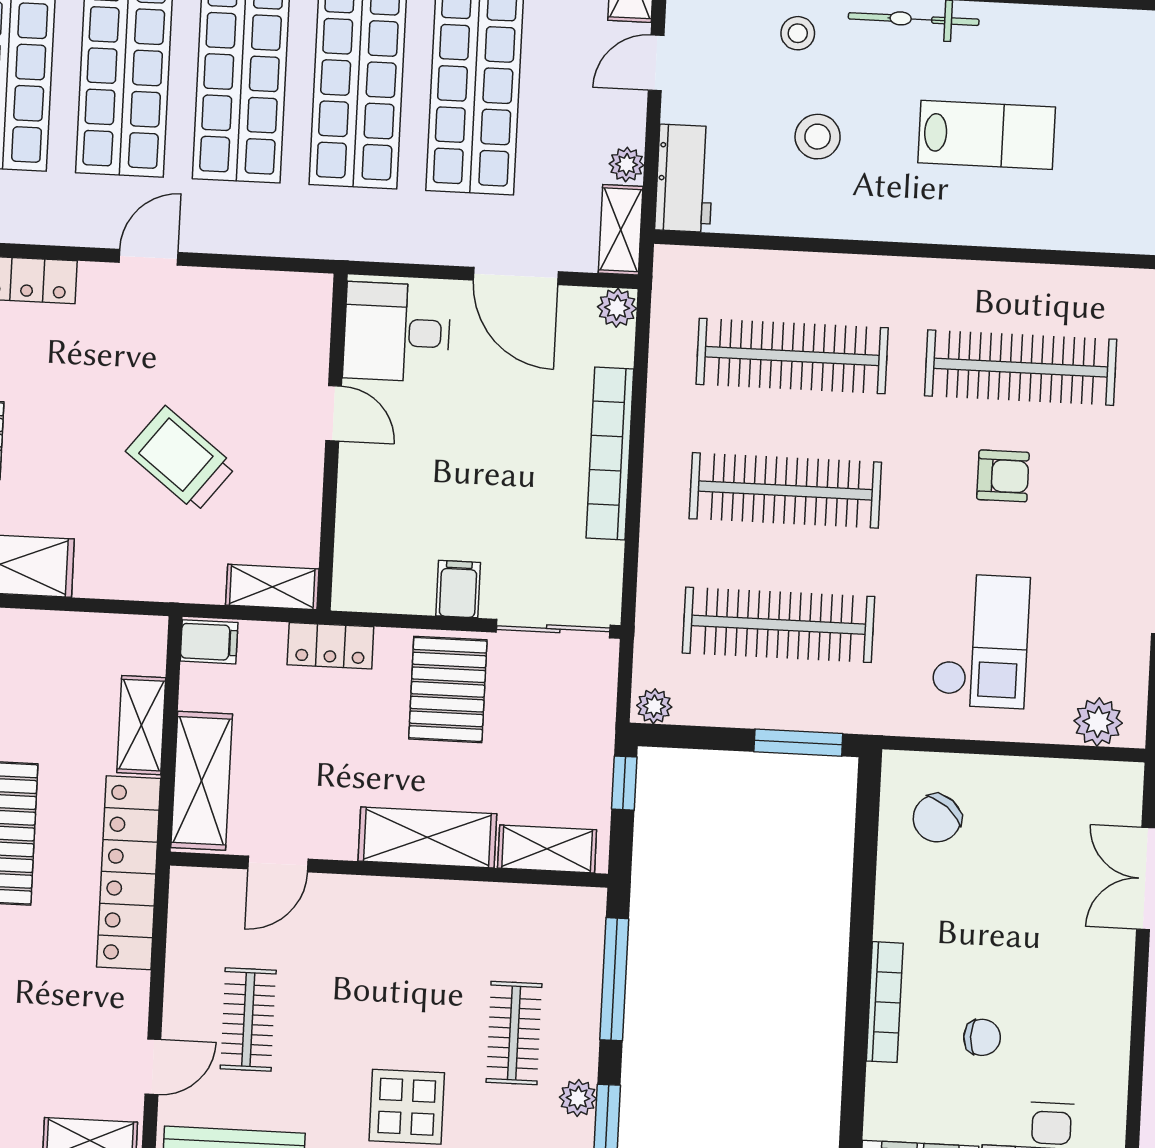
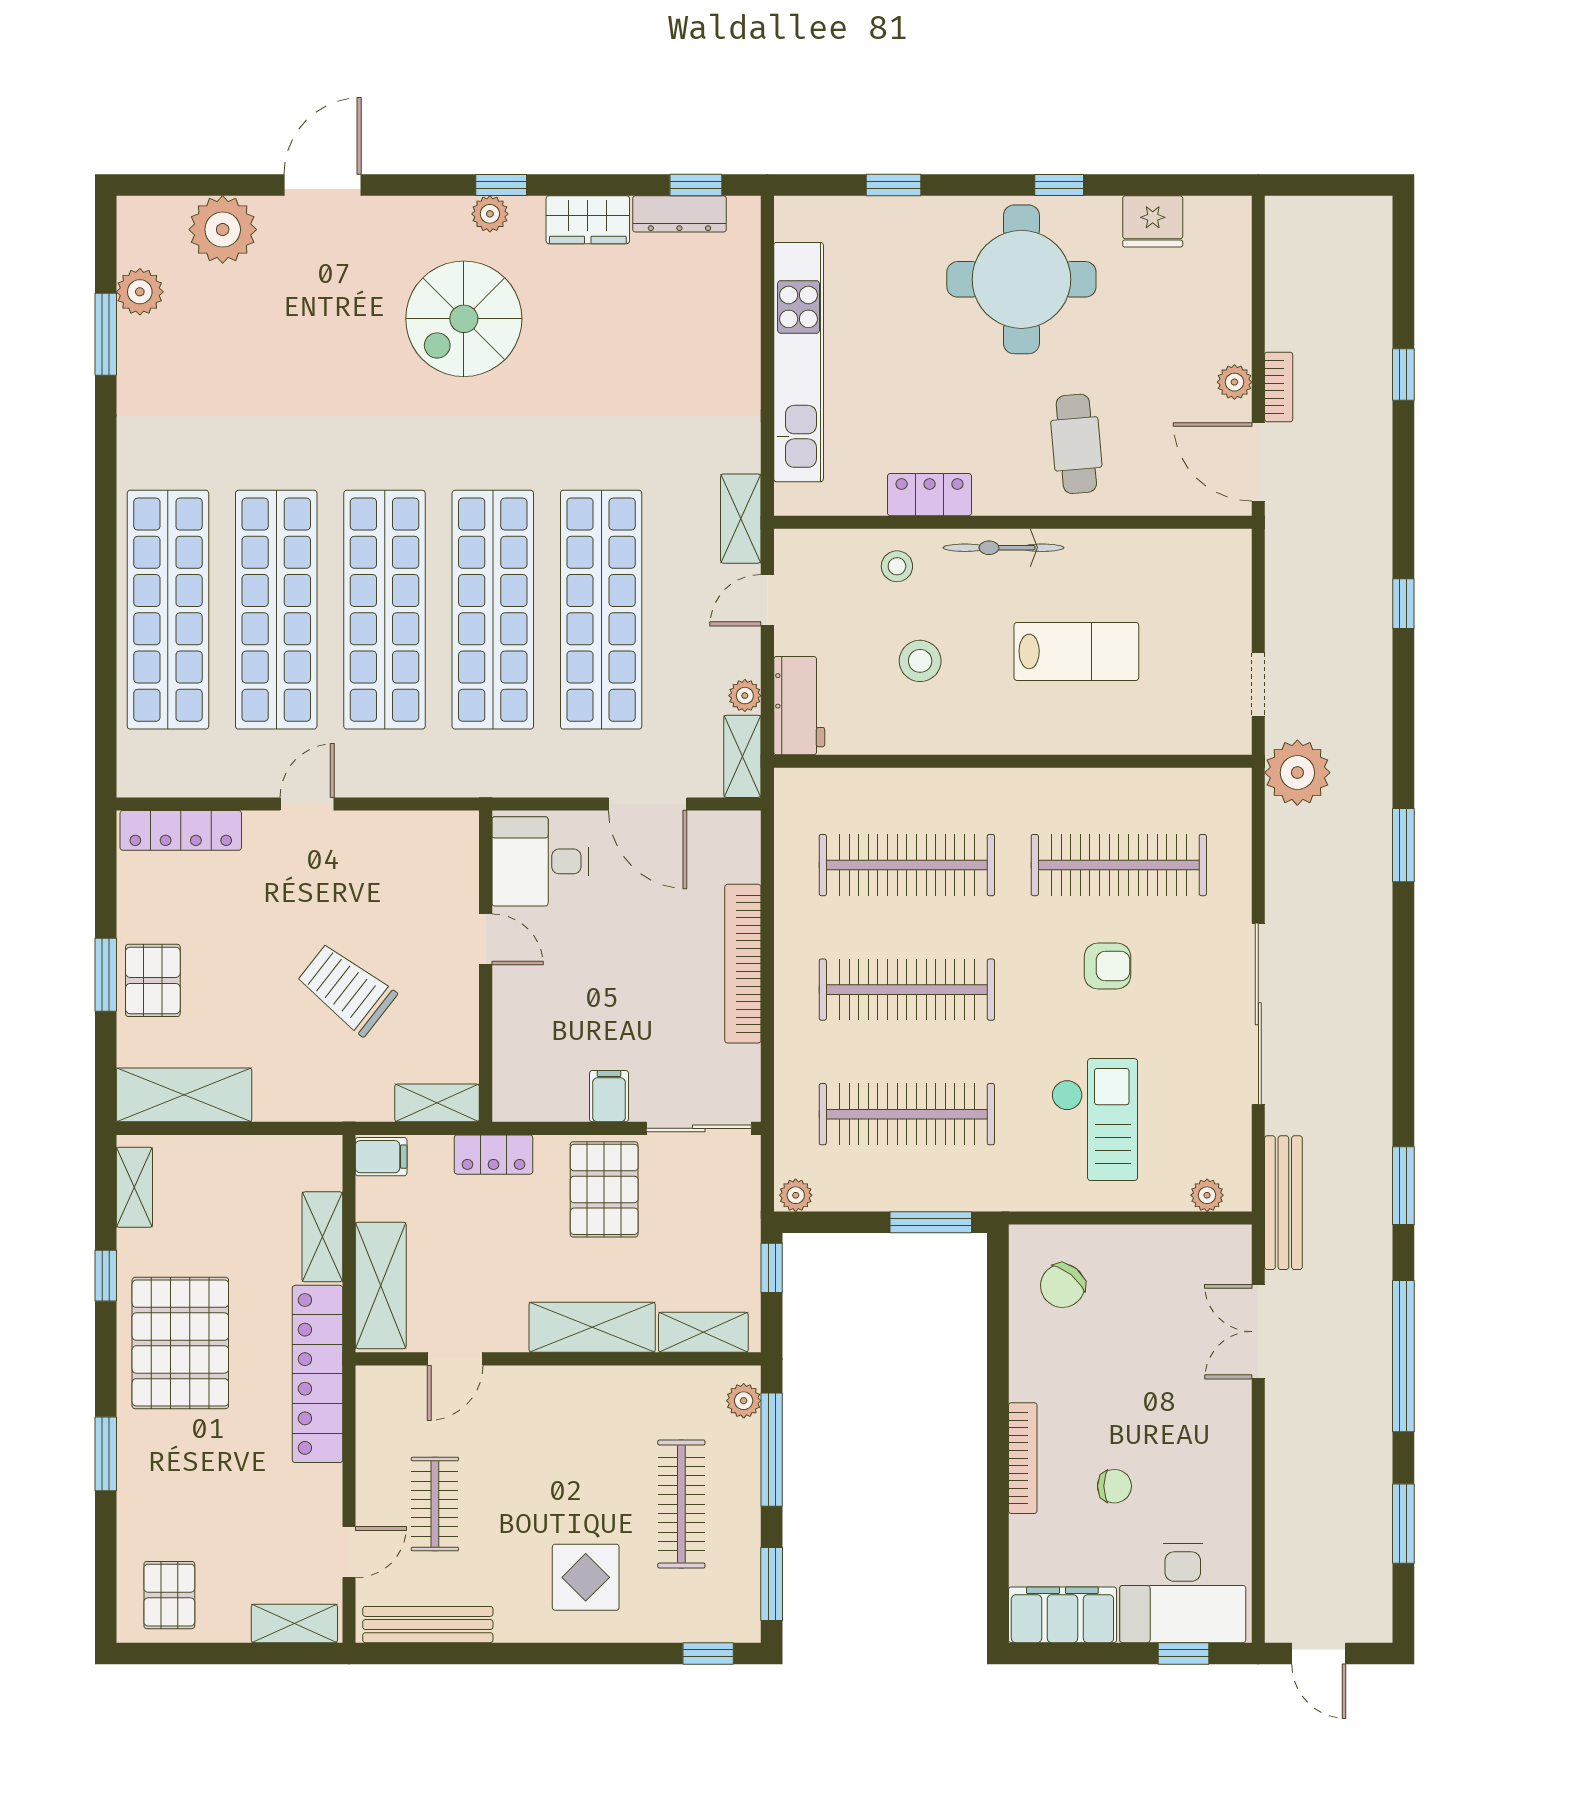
plant: (617, 308) -> (743, 829), removed
plant: (1098, 722) -> (1207, 1195), width x0.73, depth x0.73
clothes rail: (514, 1033) -> (681, 1504), width x1.36
plant: (578, 1098) -> (744, 1401), moved

